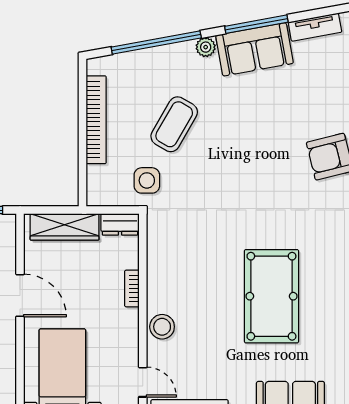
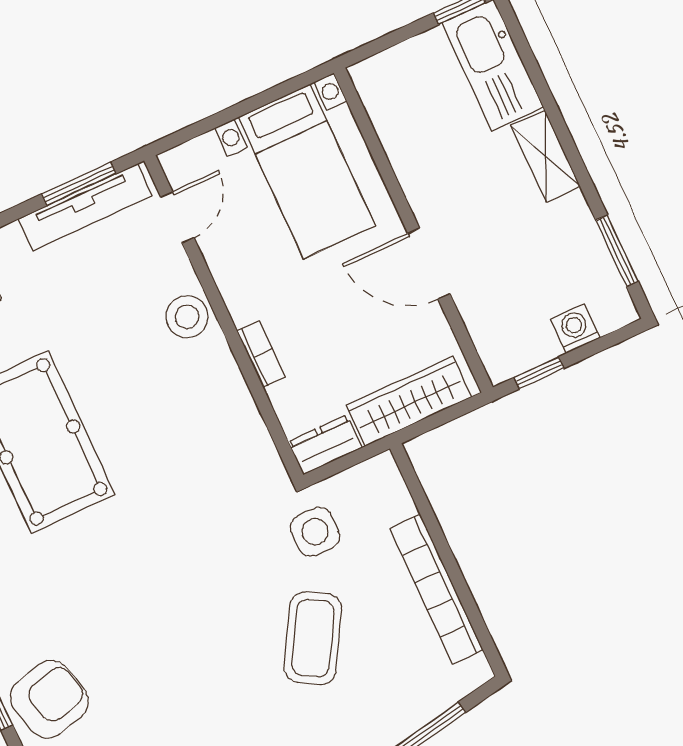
door: (143, 382) -> (177, 217), swing flipped

